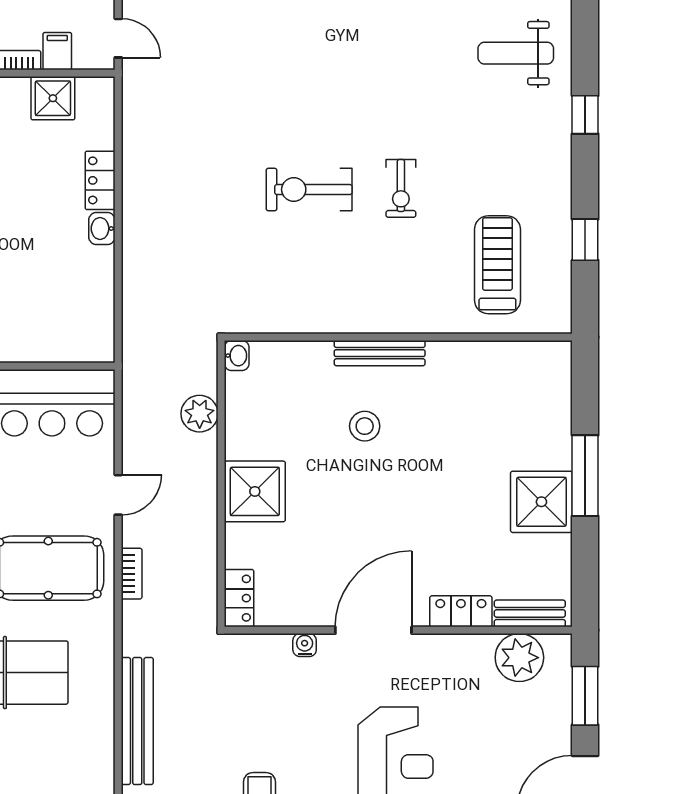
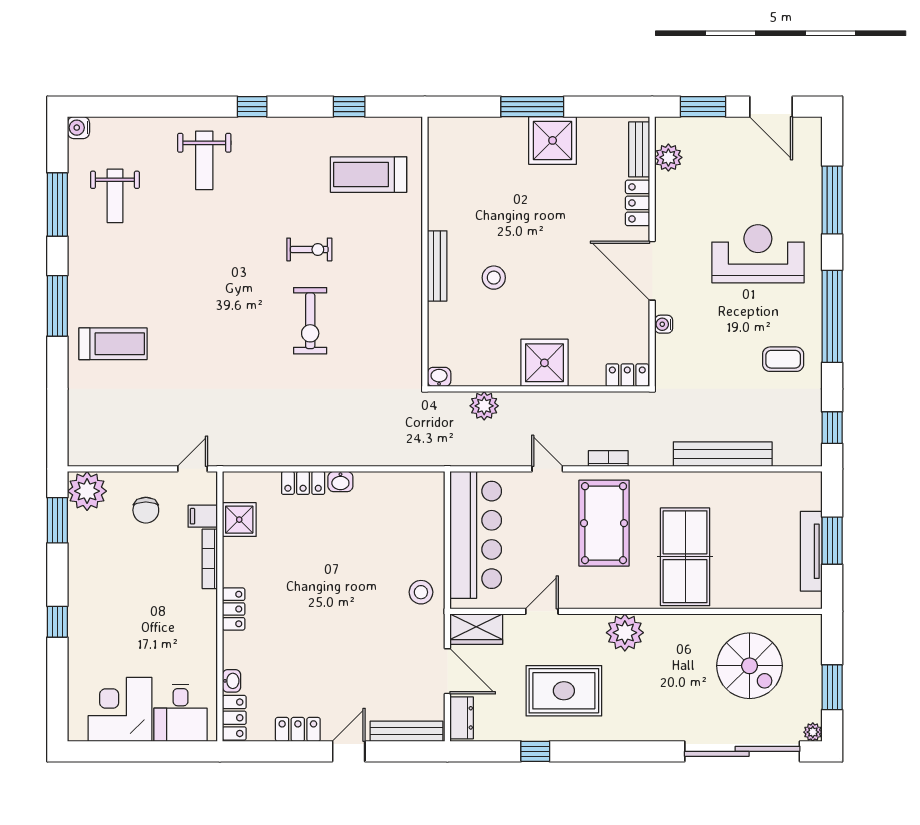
plant: (519, 658) -> (668, 157), width x0.73, depth x0.73

